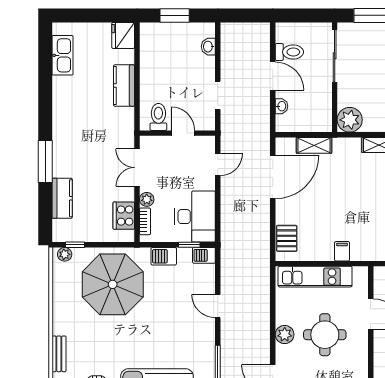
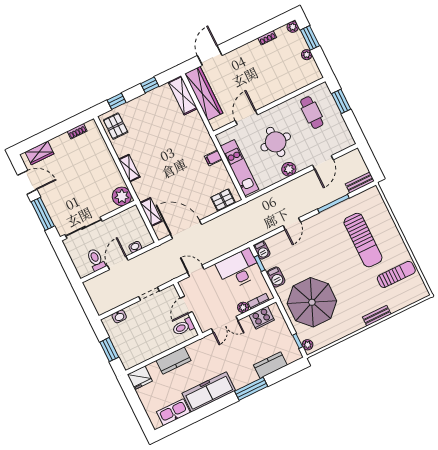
freezer: (66, 109) -> (209, 392), added

